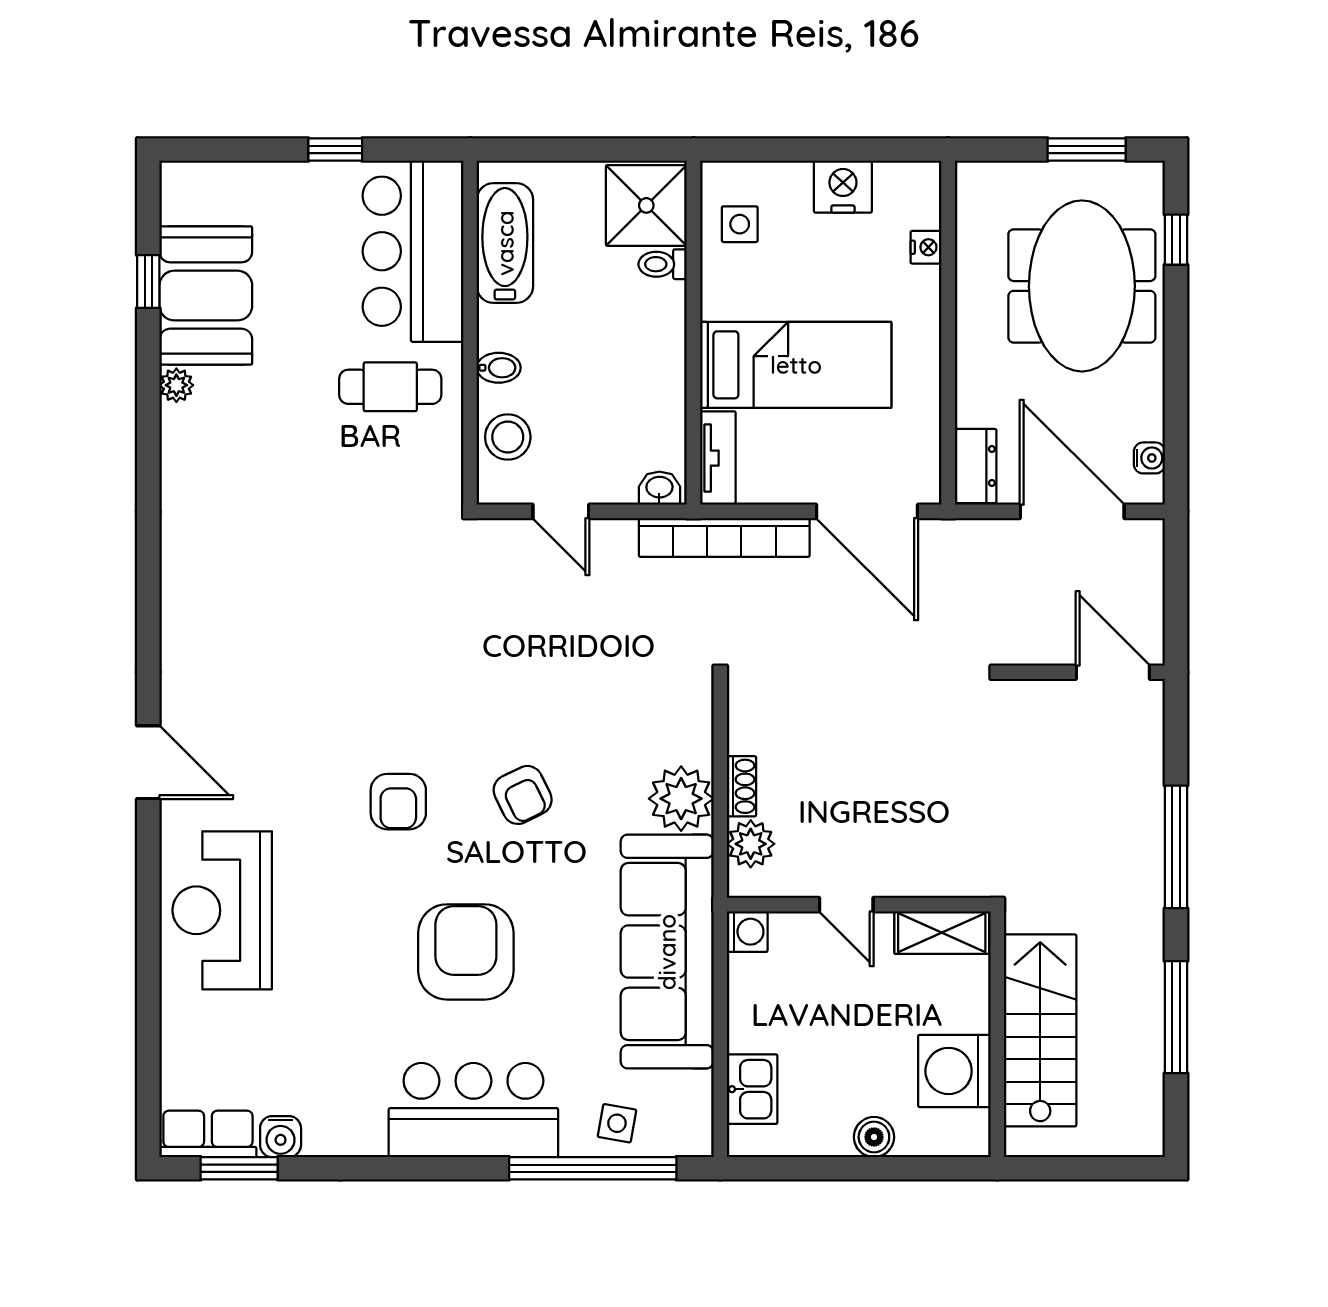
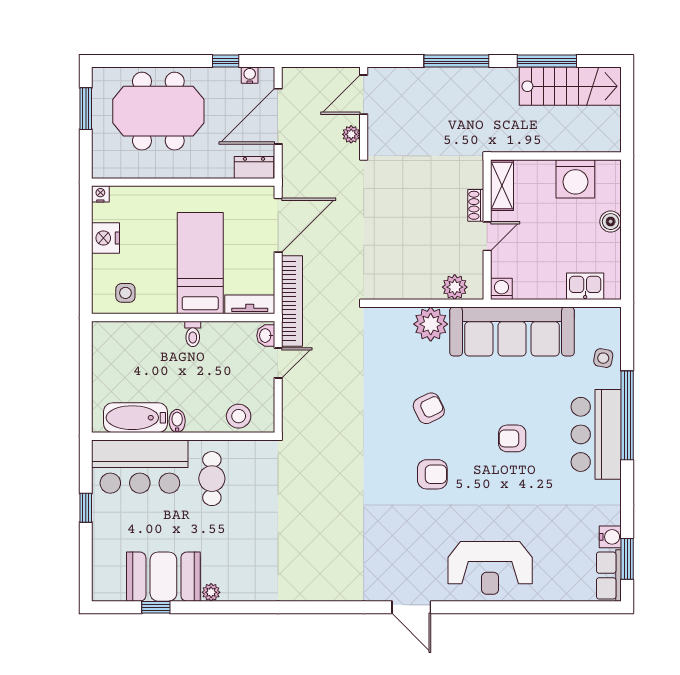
shower: (646, 205) -> (116, 343), removed
window: (1176, 240) -> (226, 61), moved
nightstand: (926, 247) -> (100, 194), moved
toilet: (663, 264) -> (193, 334), moved
bidet: (499, 368) -> (177, 421), moved
door: (561, 511) -> (278, 363), moved
plant: (1038, 649) -> (351, 134), added
door: (148, 762) -> (411, 607), swing flipped
shoe rack: (742, 786) -> (476, 205), moved, turned -90
armchair: (466, 952) -> (512, 438), width x0.53, depth x0.53
stairs: (1040, 1030) -> (570, 86), moved, turned 180
window: (593, 1168) -> (627, 415), moved

